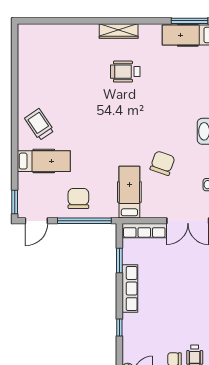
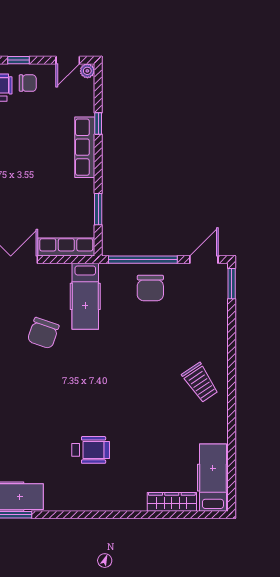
wardrobe: (119, 31) -> (172, 502), moved
hospital bed: (44, 161) -> (213, 478), moved, turned 90
row of seats: (130, 289) -> (85, 147), moved

